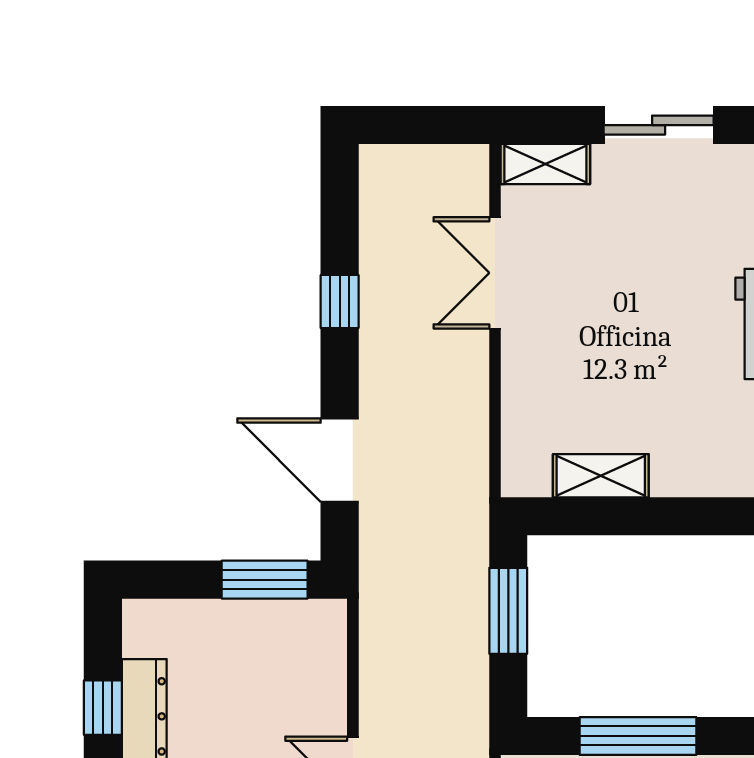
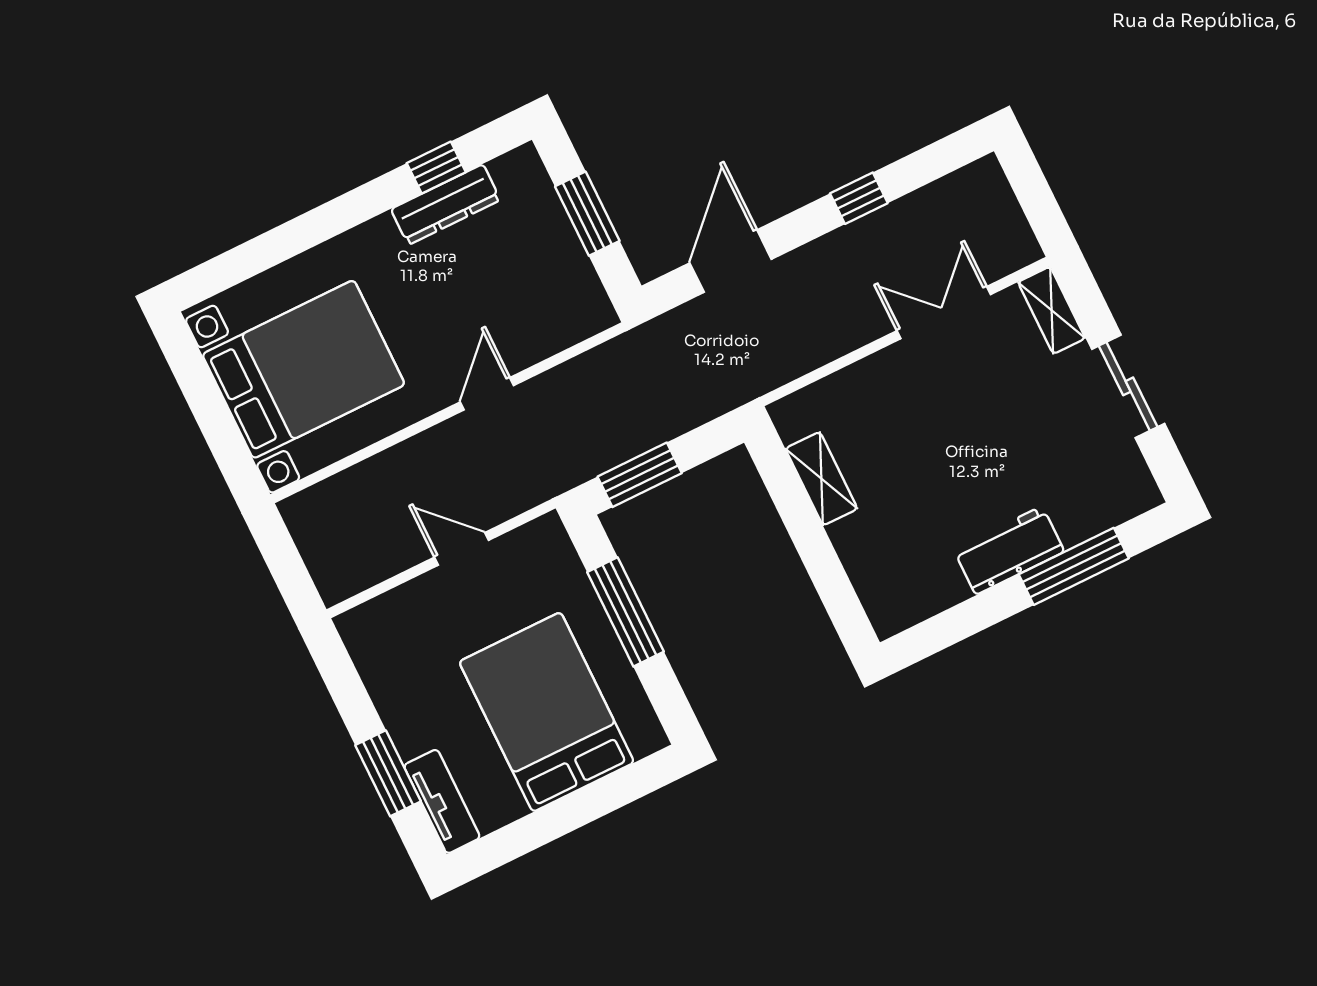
window: (265, 580) -> (587, 214), moved
window: (508, 611) -> (640, 475), moved

